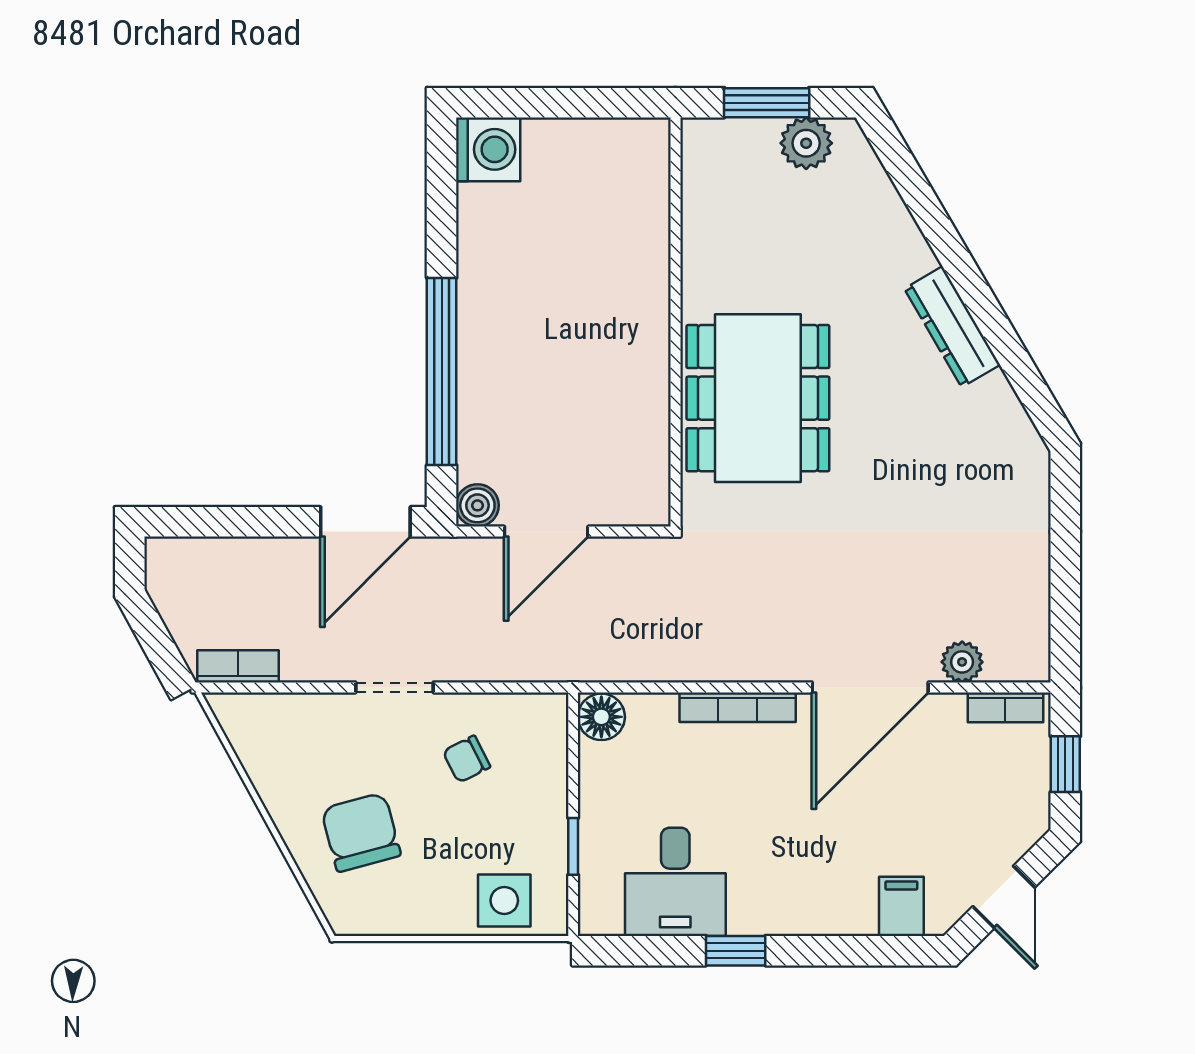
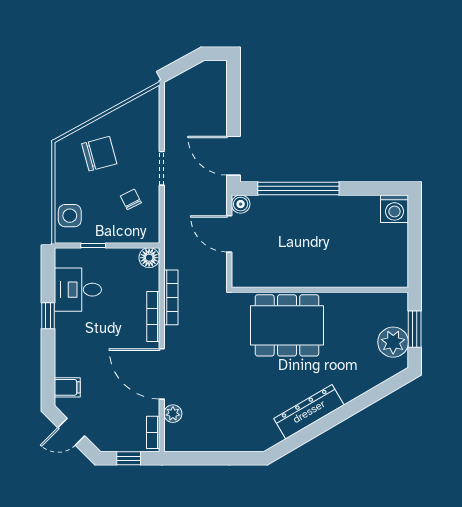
plant: (806, 143) -> (393, 342), width x1.36, depth x1.36
dresser: (952, 327) -> (309, 412), width x1.37, depth x1.24
bookcase: (238, 666) -> (171, 297), moved, width x1.56

